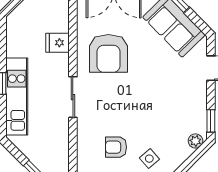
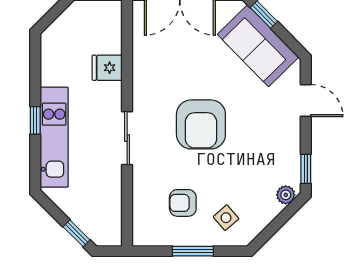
armchair: (108, 53) -> (201, 124), moved

